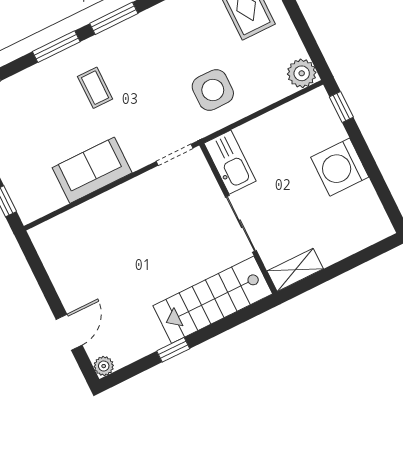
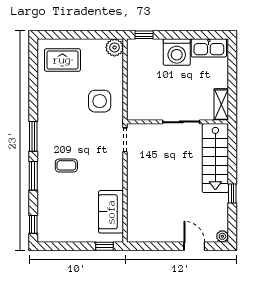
kitchen sink: (230, 162) -> (209, 48), moved, turned 180
sofa: (92, 170) -> (111, 212), moved

